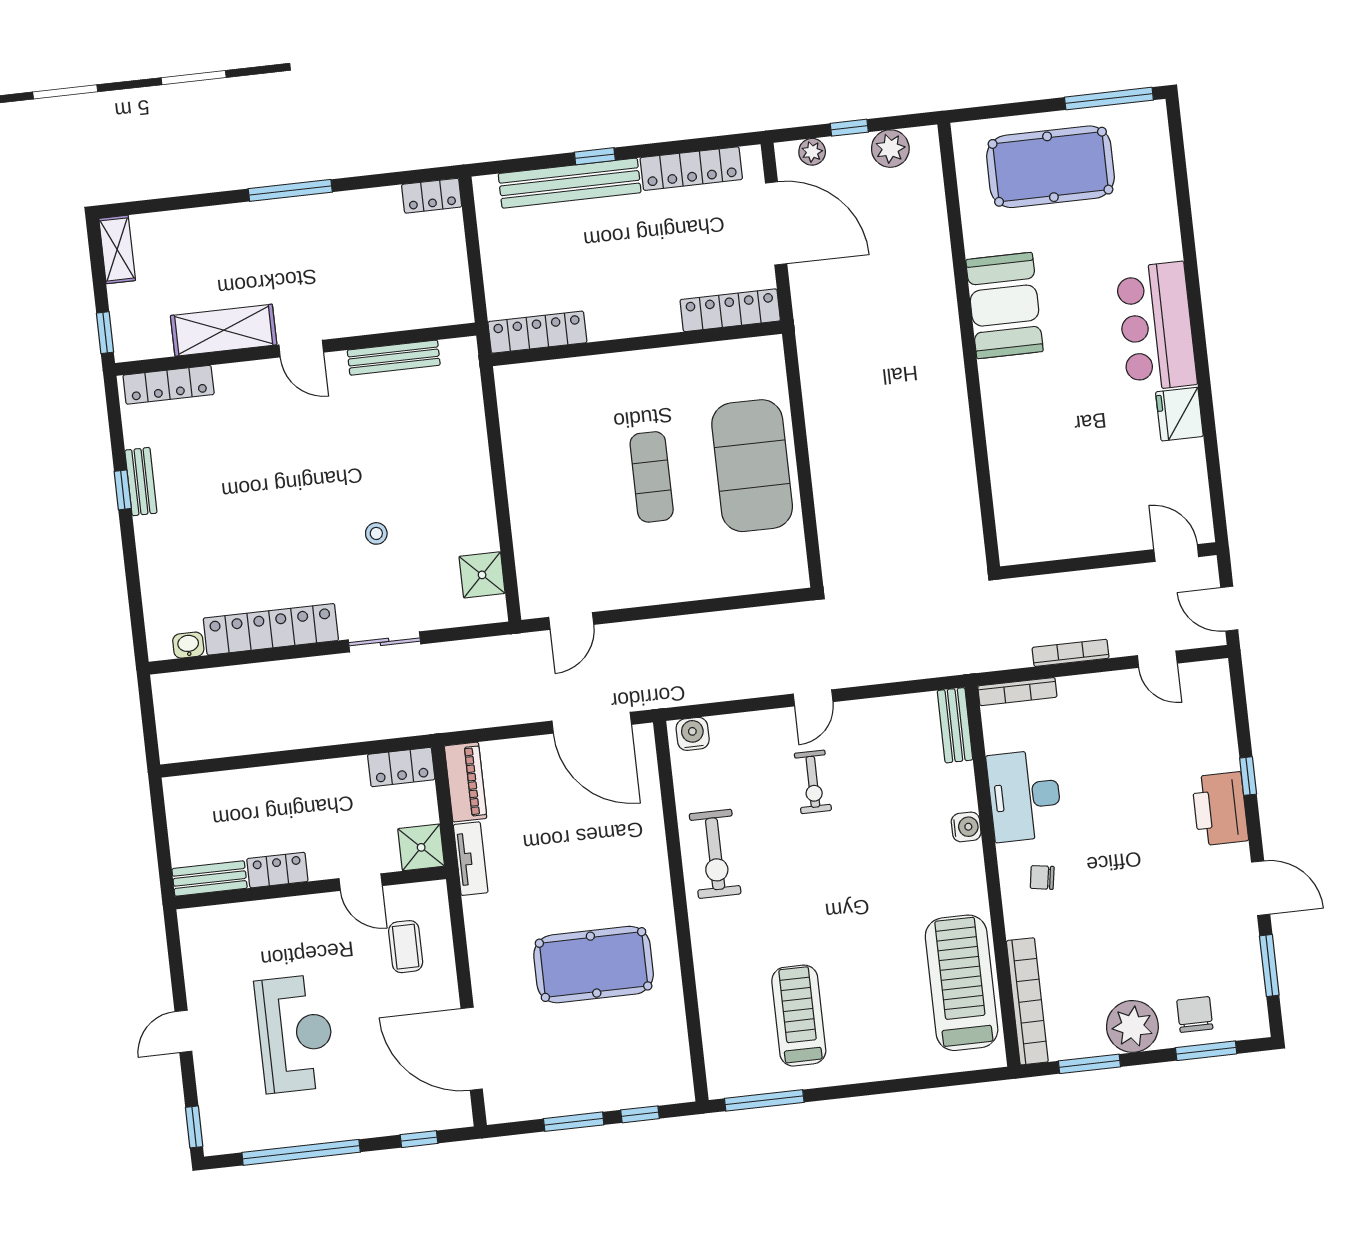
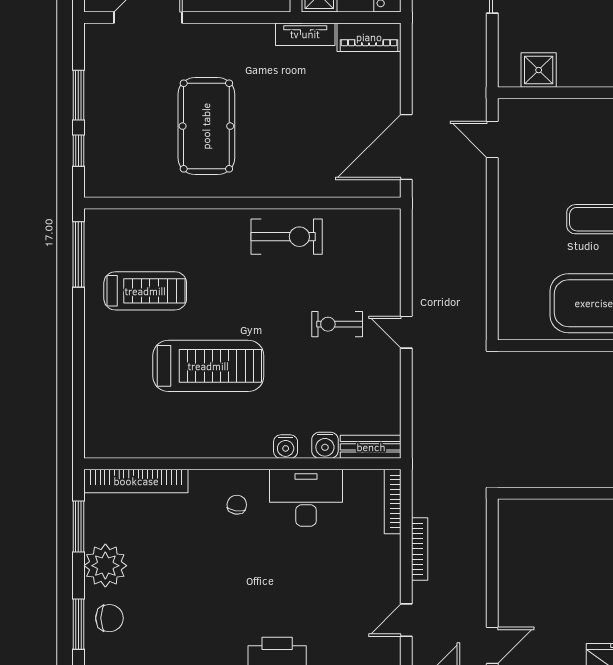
water cooler: (693, 734) -> (325, 445), moved, turned 90
exercise bike: (715, 854) -> (287, 237), turned 180
treadmill: (962, 983) -> (208, 366), moved

